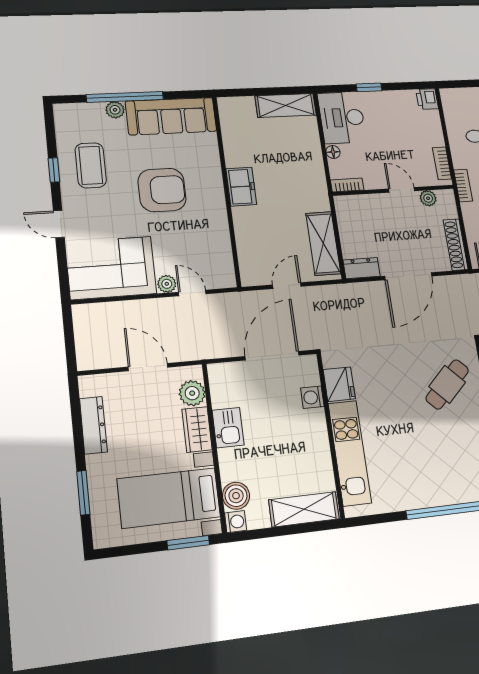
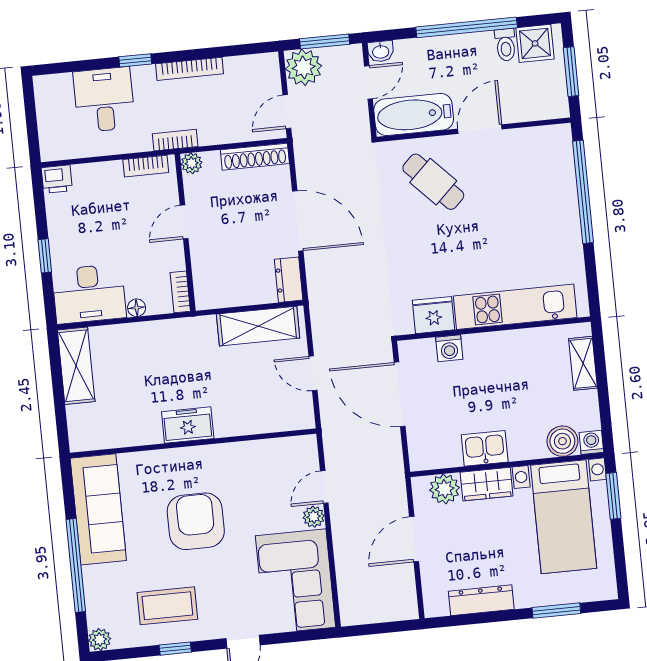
plant: (115, 110) -> (100, 640), moved
plant: (428, 198) -> (192, 163), moved
shelving: (304, 509) -> (583, 363), width x0.67, depth x0.75

